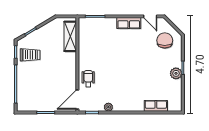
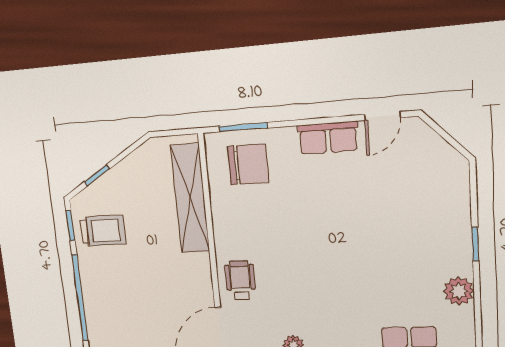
door: (150, 16) -> (382, 116), hinge flipped
shelving: (70, 36) -> (190, 198), width x1.47
chair: (165, 40) -> (248, 164), moved, turned 90
plant: (176, 73) -> (459, 291), moved

